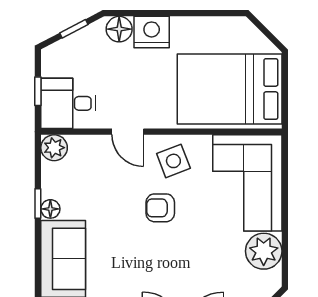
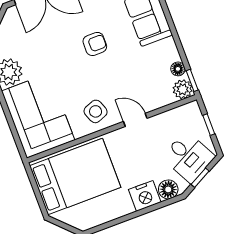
desk: (68, 103) -> (188, 157), moved, turned 62
window: (38, 204) -> (192, 80), moved
armchair: (160, 208) -> (95, 44), moved
floor lamp: (50, 209) -> (178, 69), moved

